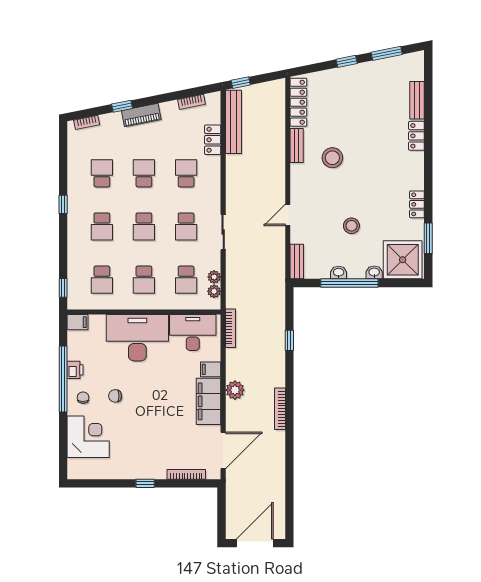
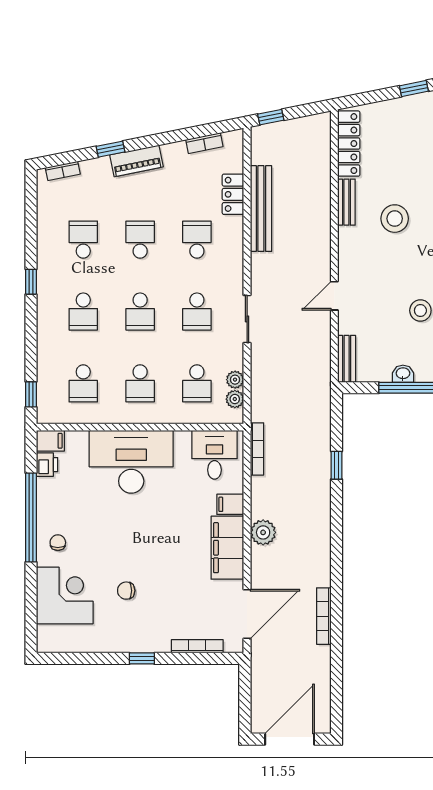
bench: (233, 122) -> (261, 209), moved
desk: (193, 333) -> (214, 455), width x0.73
printer: (75, 370) -> (47, 465), moved
chair: (115, 396) -> (126, 591), moved
bookcase: (280, 409) -> (324, 616), moved

